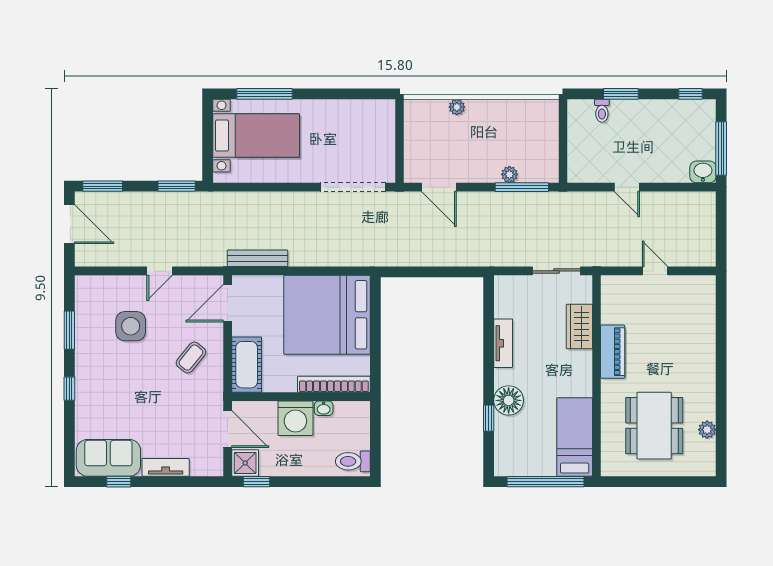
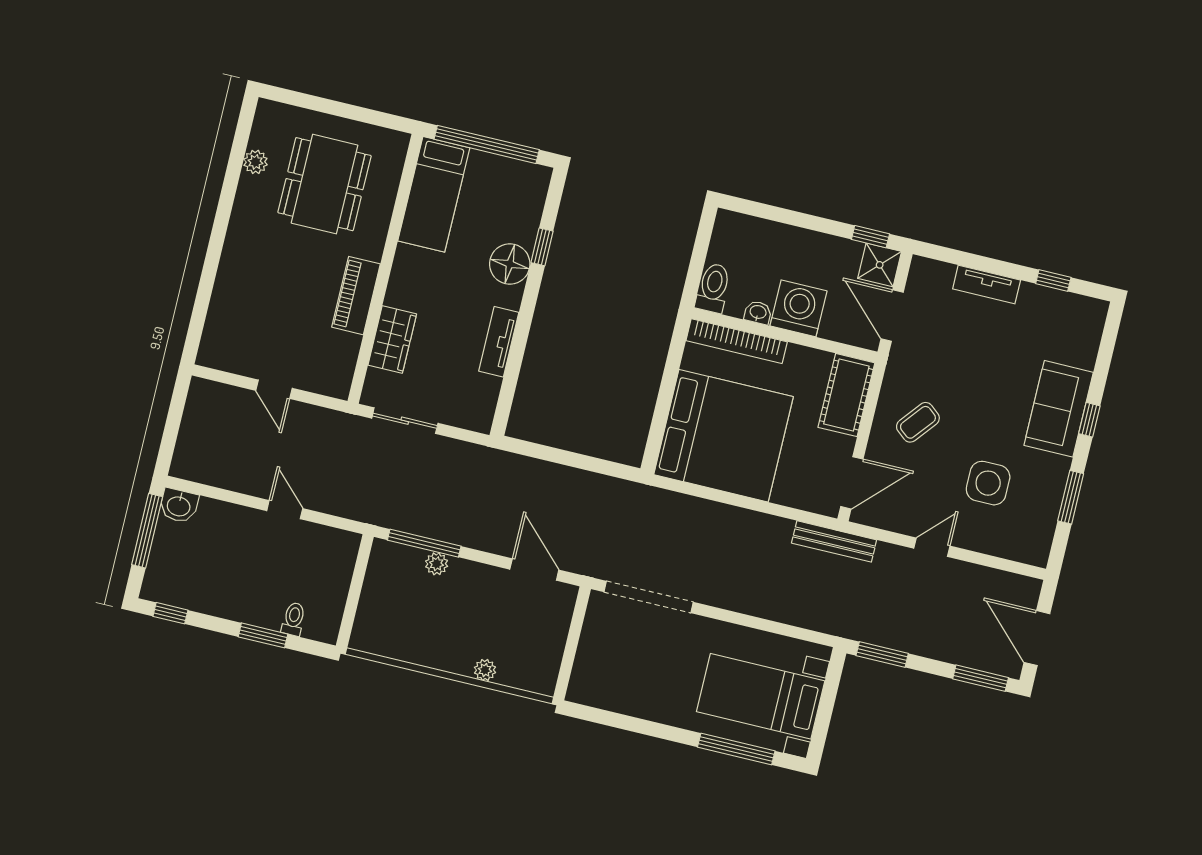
bench: (257, 258) -> (834, 541), moved
sofa: (108, 458) -> (1059, 409), moved, turned 90
toilet: (353, 461) -> (713, 288), moved, turned -90

